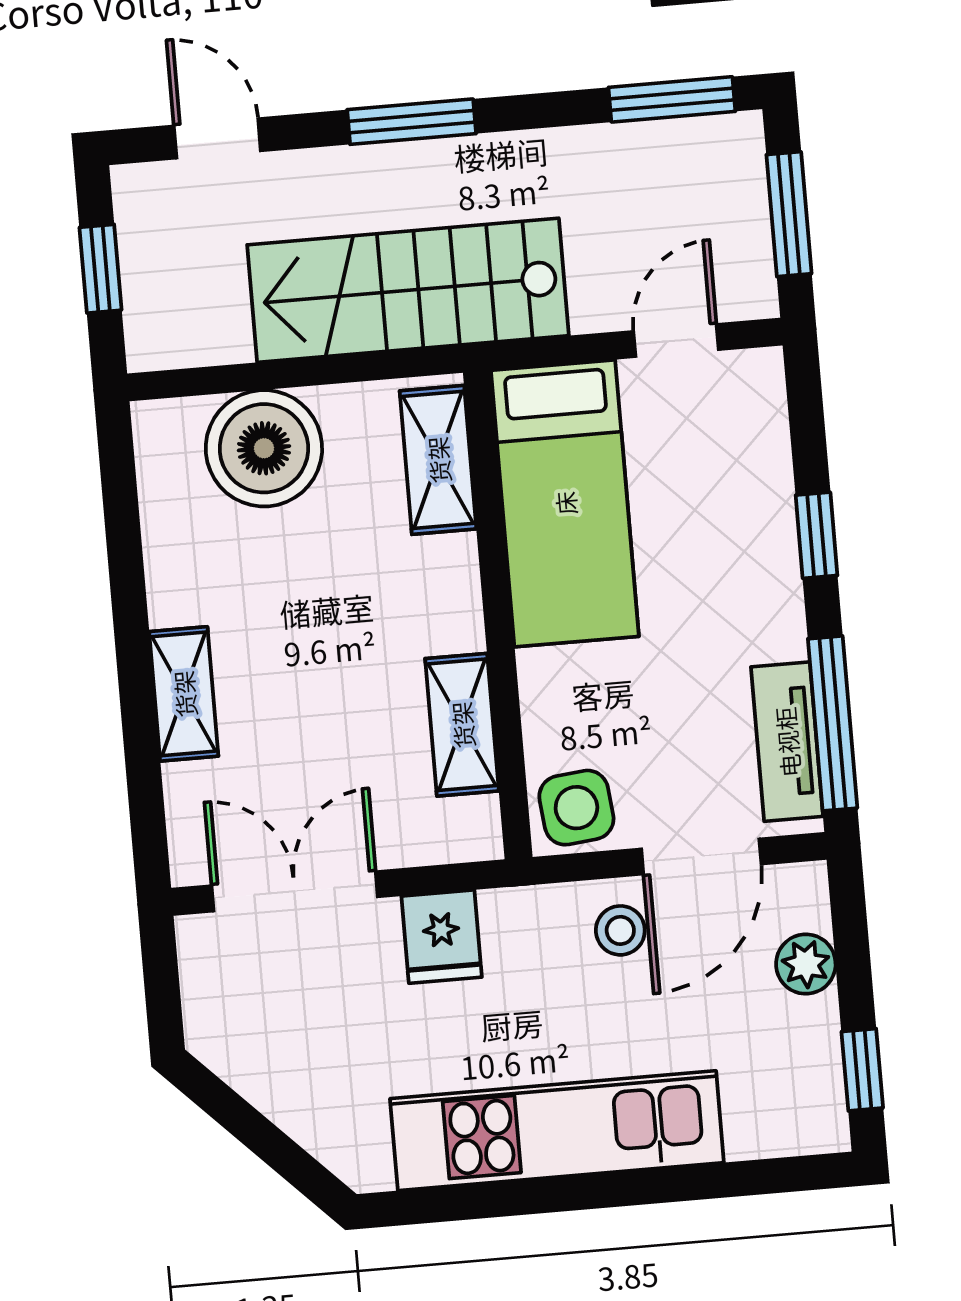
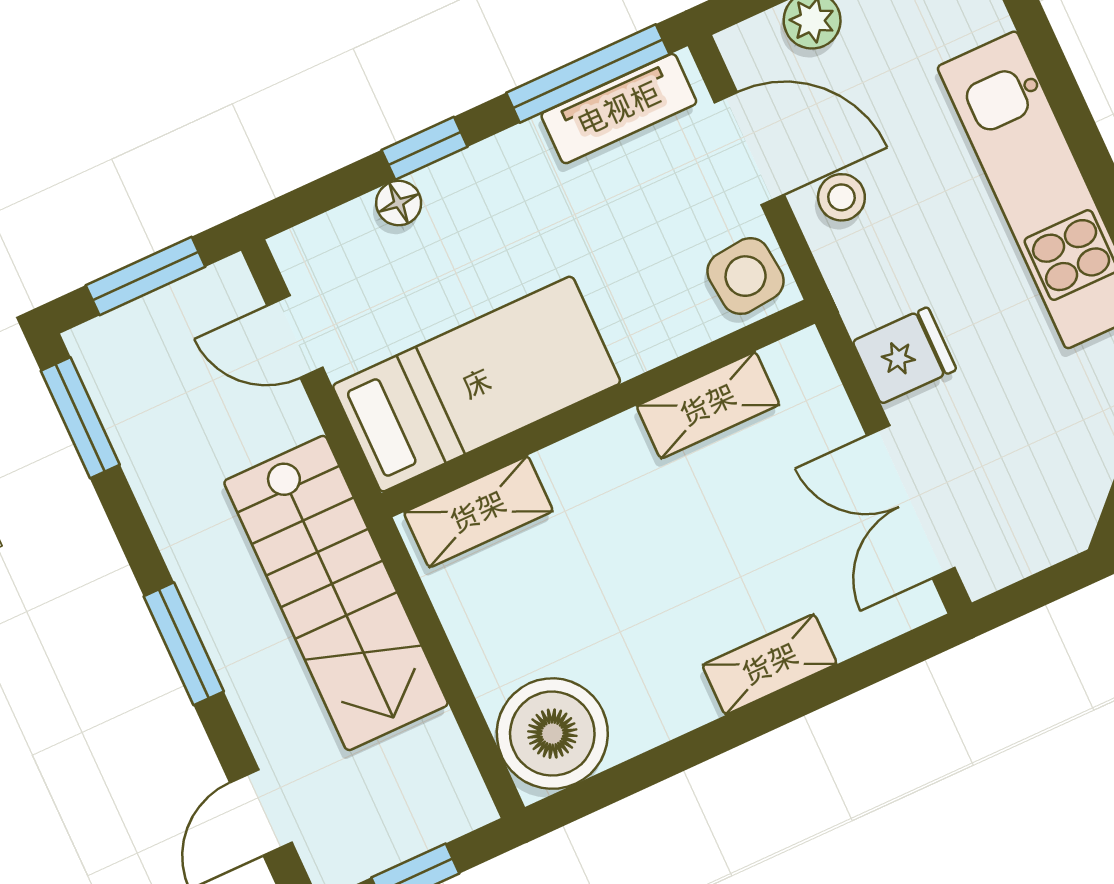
boiler: (264, 448) -> (552, 734), moved
floor lamp: (772, 490) -> (399, 203), added

